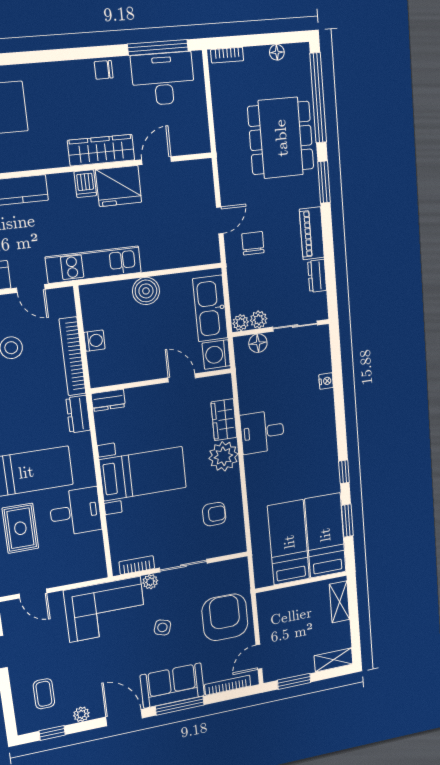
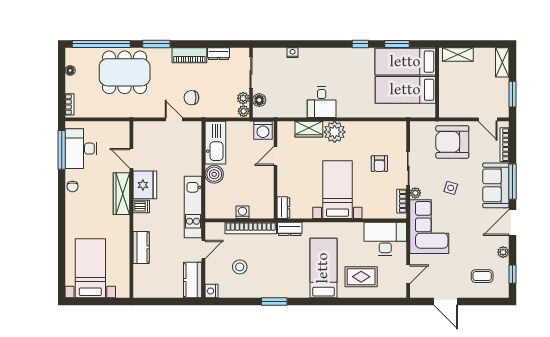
kitchen sink: (210, 308) -> (215, 143), moved, turned -90
desk: (75, 512) -> (385, 239), moved, width x1.37
armchair: (214, 514) -> (379, 164), moved, turned 180

